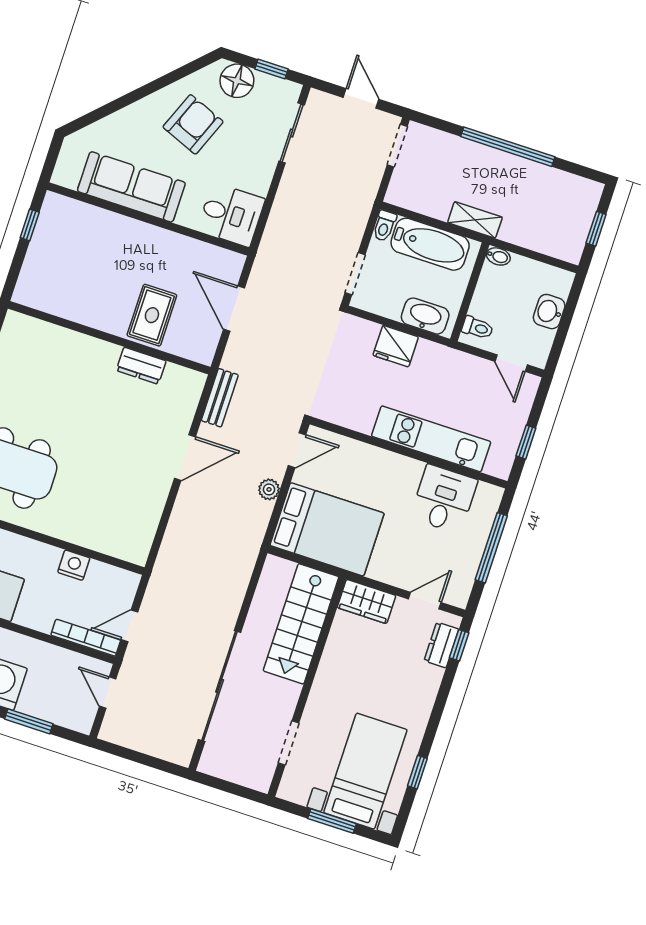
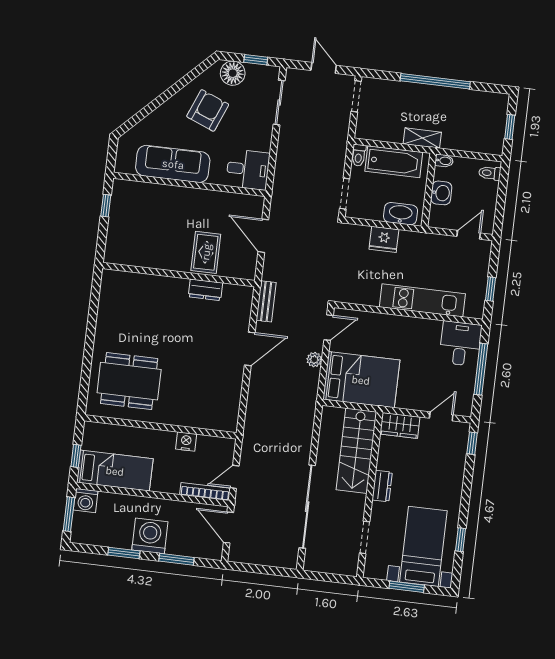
washbasin: (549, 312) -> (441, 193), moved, turned 180
toilet: (478, 328) -> (490, 173), moved, turned 180
door: (511, 363) -> (469, 235), swing flipped
desk: (444, 499) -> (460, 344), moved
dresser: (441, 645) -> (382, 486), moved, turned 180
door: (108, 693) -> (228, 527), width x1.38

